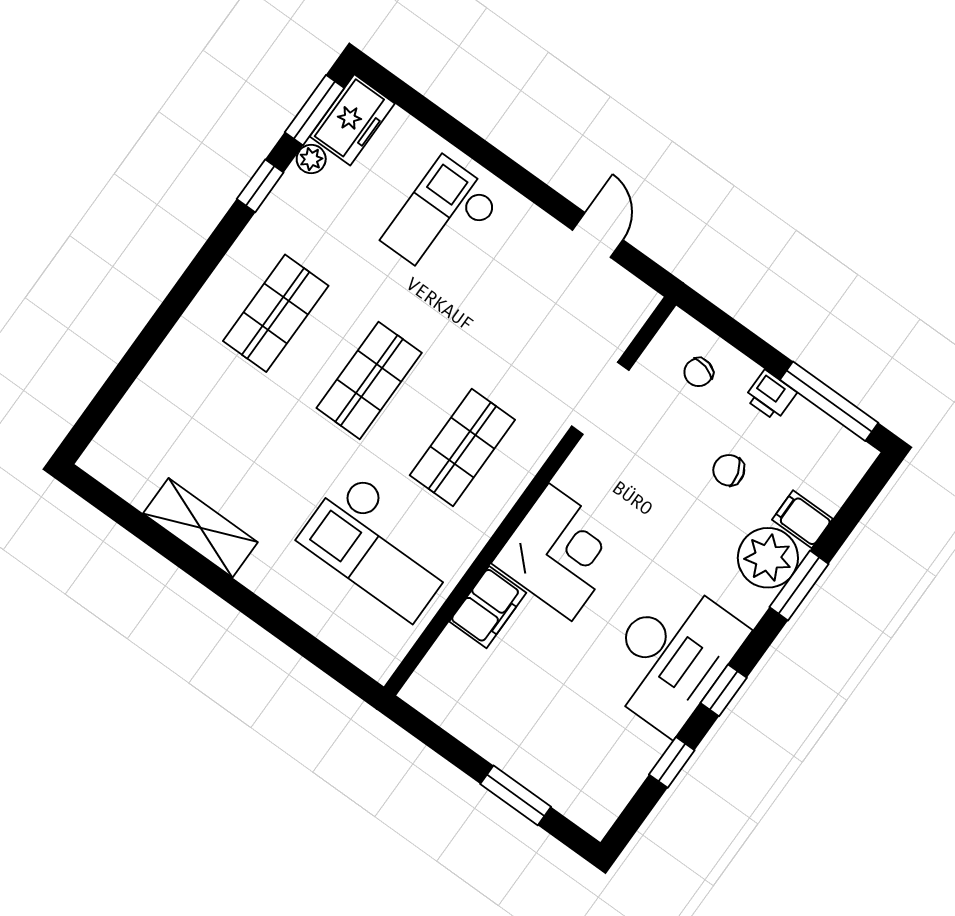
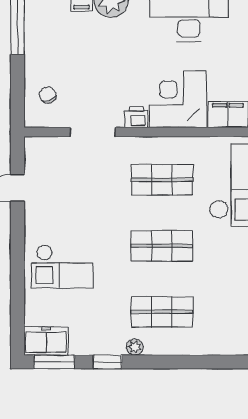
plant: (311, 159) -> (135, 347), moved
chair: (699, 372) -> (48, 95), turned -126
printer: (770, 396) -> (136, 117), moved, turned -90
chair: (729, 470) -> (83, 48), removed

